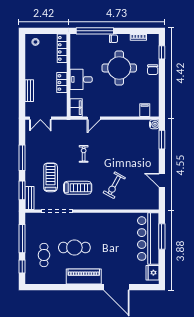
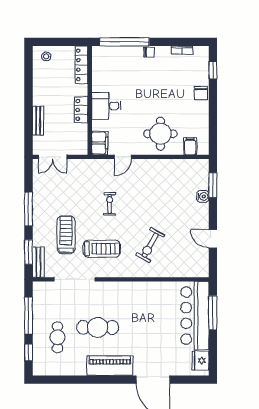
round table: (119, 68) -> (160, 134), moved, width x0.73, depth x0.73
water cooler: (154, 124) -> (203, 196), moved

